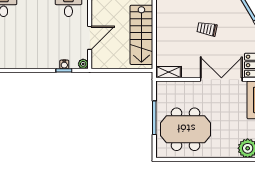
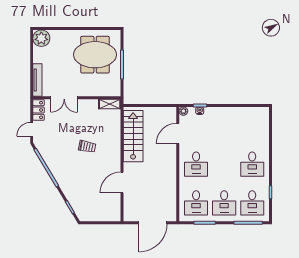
trolley: (207, 29) -> (87, 147), moved
double door: (221, 79) -> (64, 98), width x0.73

